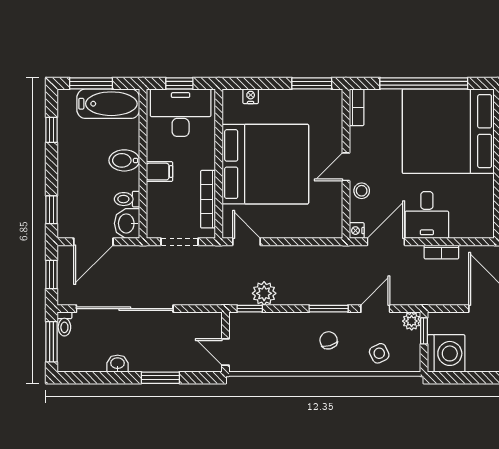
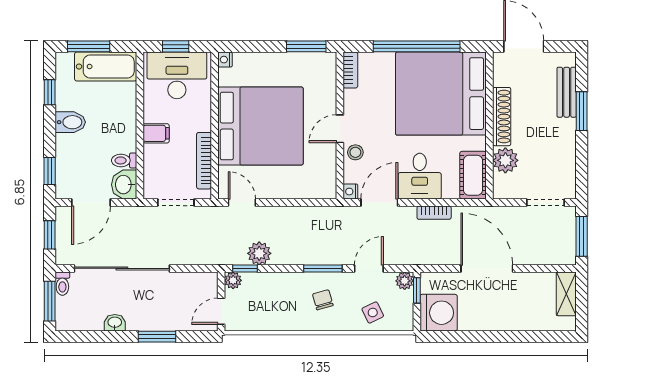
nightstand: (251, 96) -> (225, 60), moved, turned -90
bidet: (124, 160) -> (70, 122), moved, turned 180
cot: (481, 214) -> (473, 175), added
plant: (238, 321) -> (233, 280), added
door: (225, 352) -> (221, 311), hinge flipped

